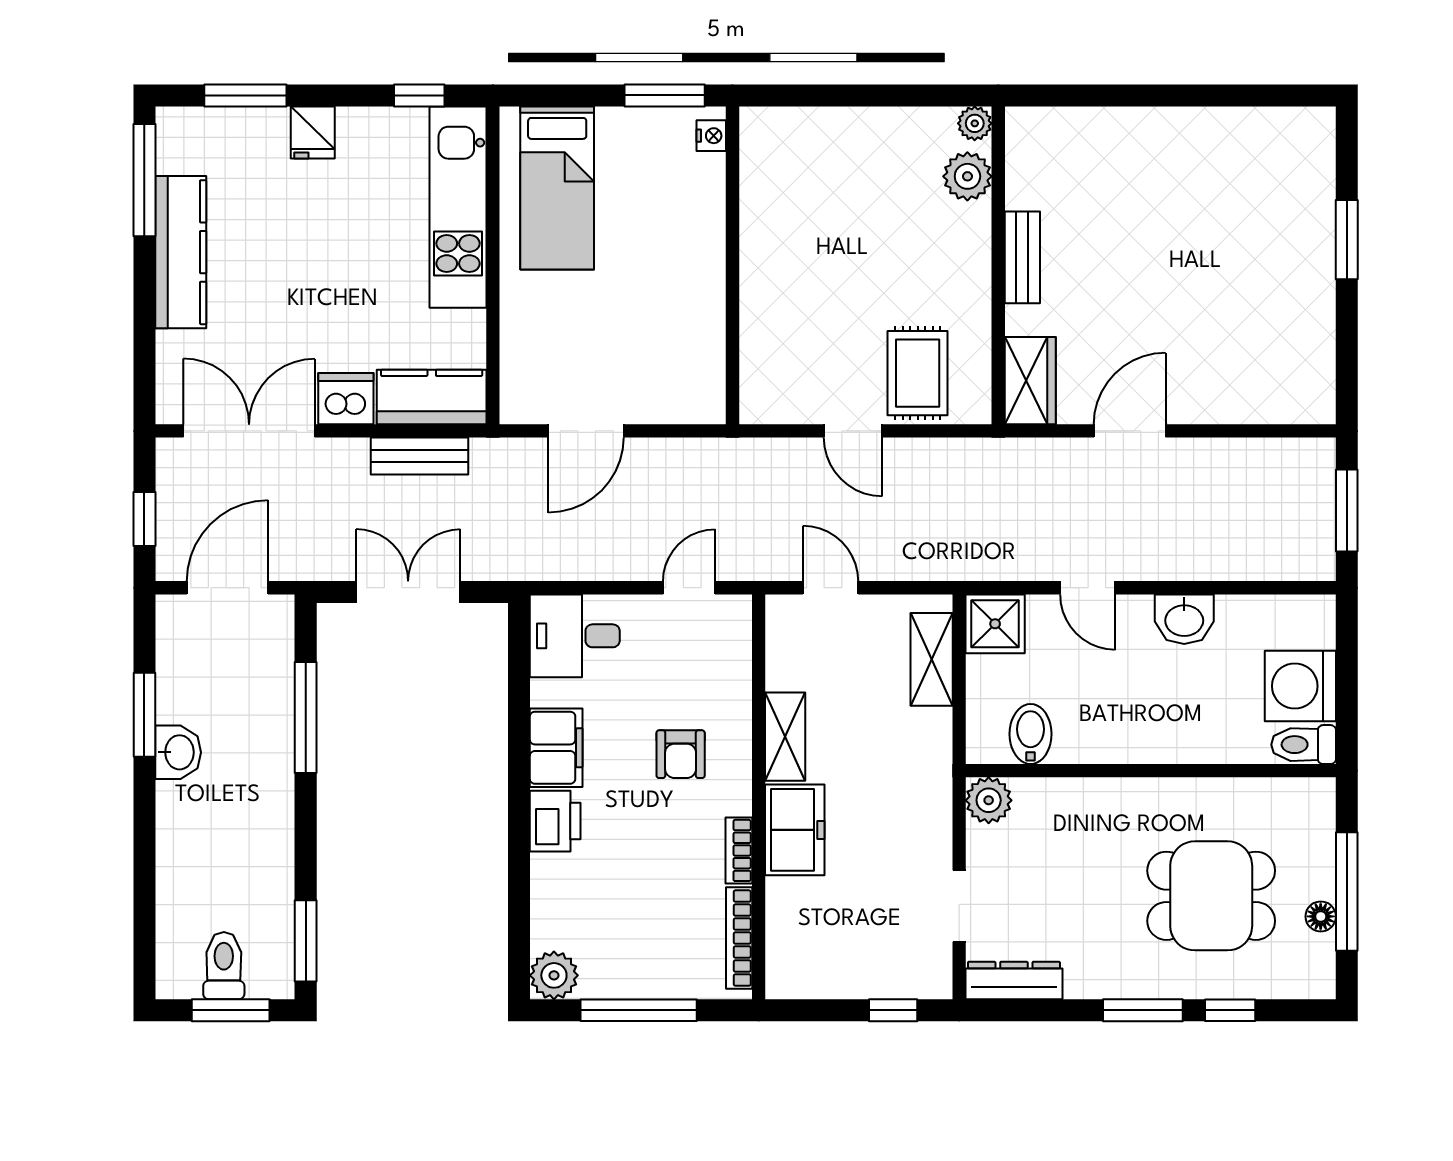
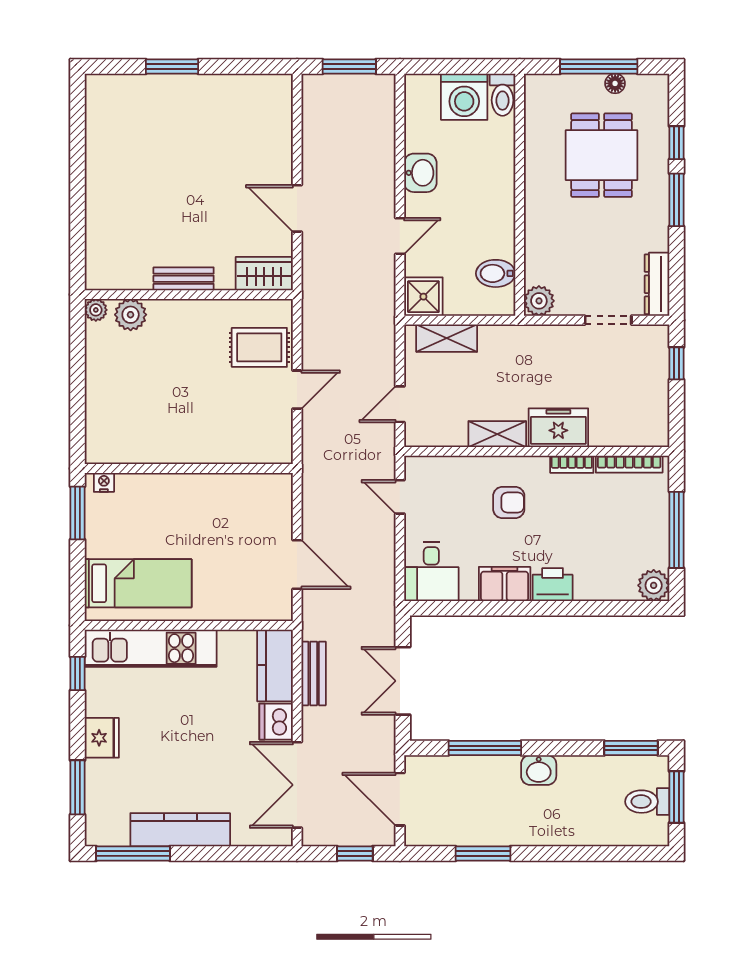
fridge: (313, 132) -> (102, 738), width x1.38
washbasin: (178, 752) -> (539, 770), moved, turned 180

